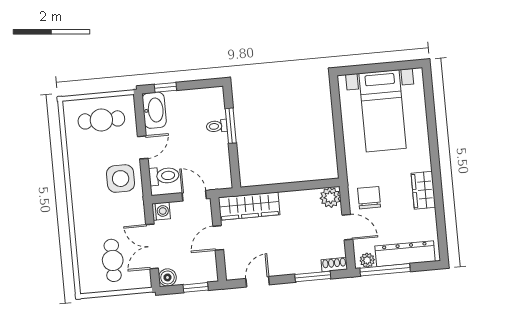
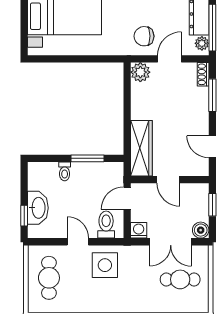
washbasin: (154, 110) -> (38, 208), moved, turned 90
window: (231, 126) -> (88, 158), moved

